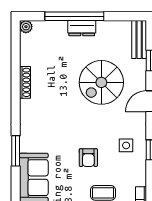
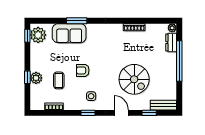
dresser: (82, 28) -> (171, 43), moved
spiral stairs: (101, 82) -> (134, 79), turned 180
window: (16, 151) -> (77, 21), moved

